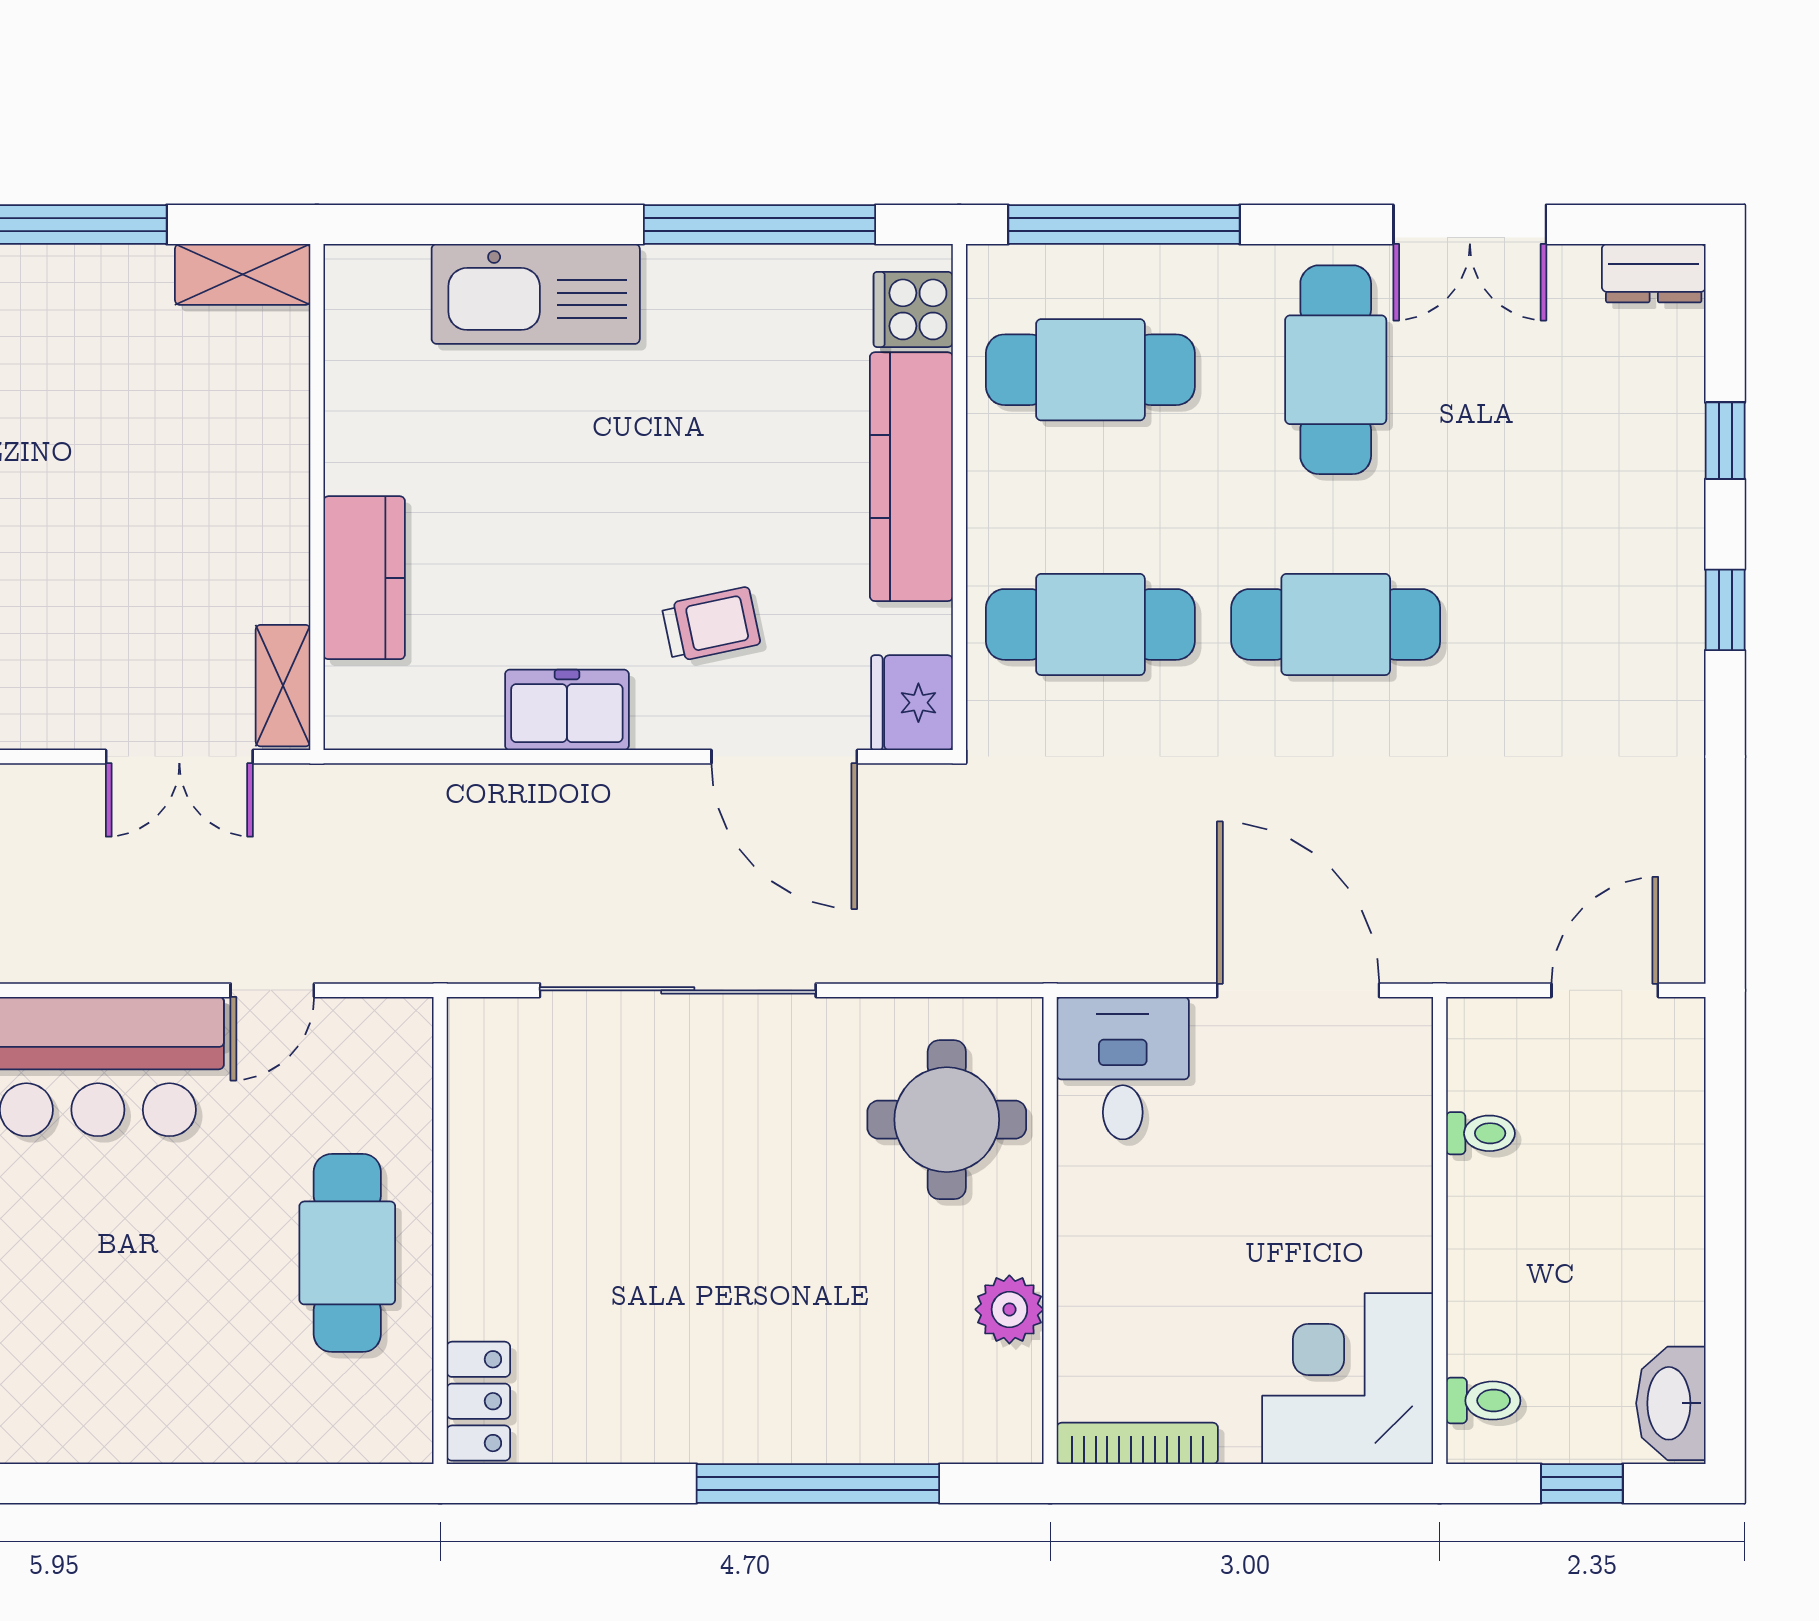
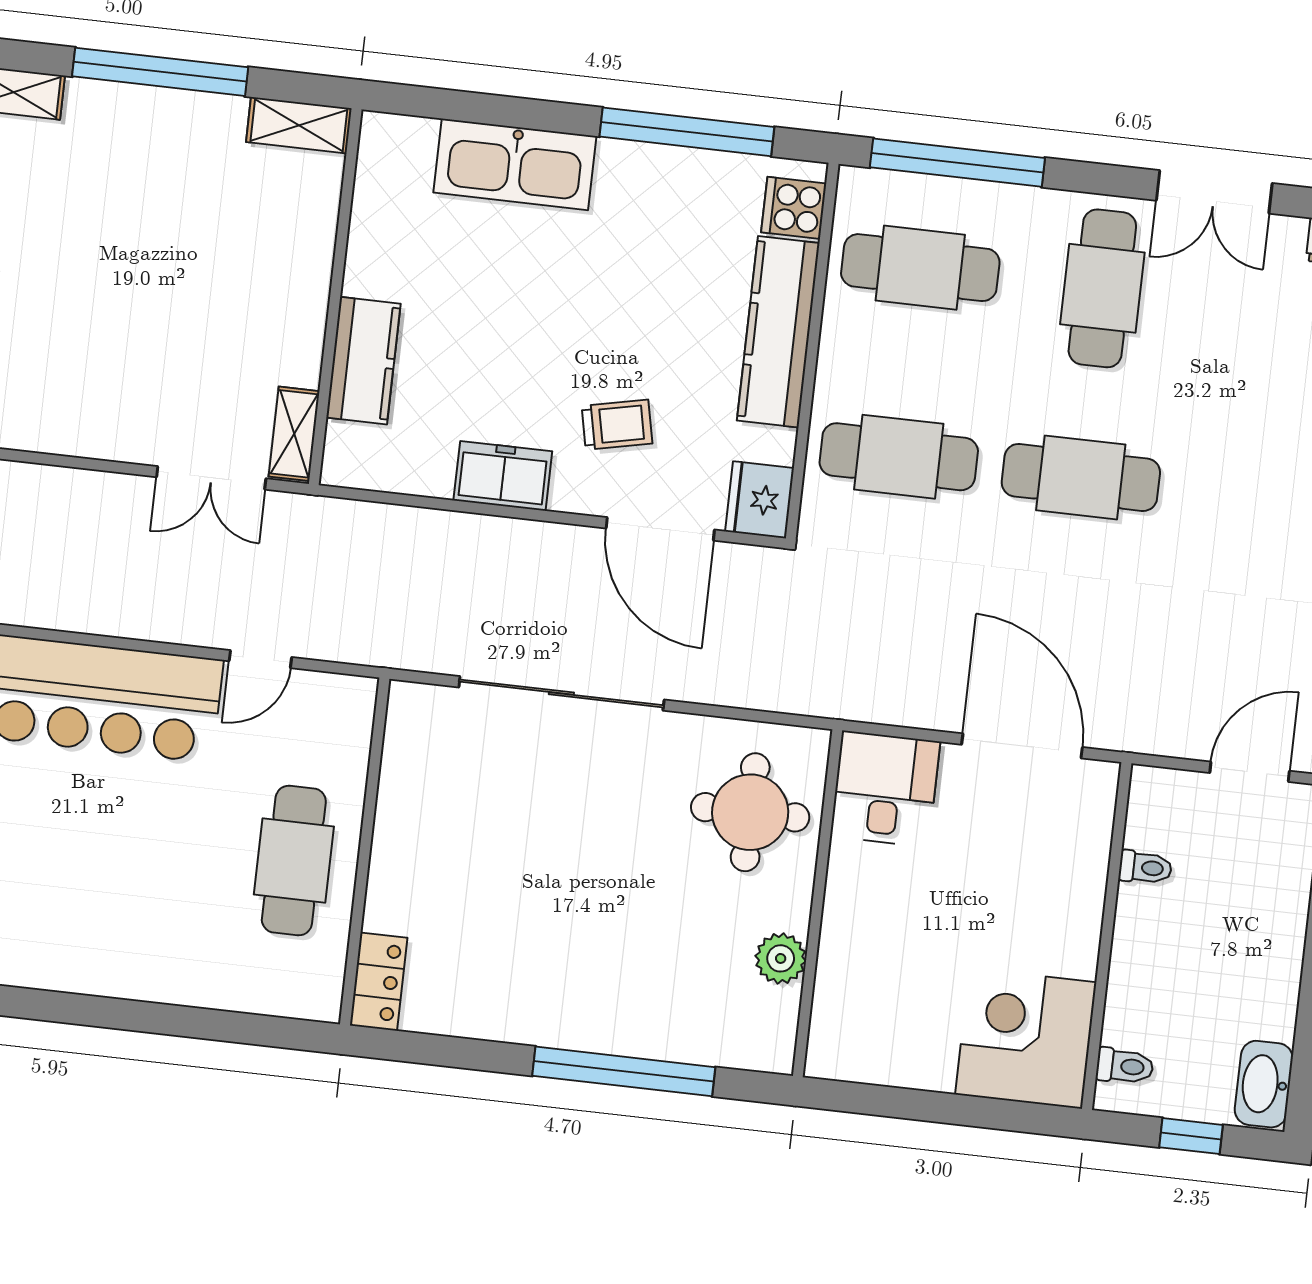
bookcase: (1137, 1443) -> (864, 1069), removed

